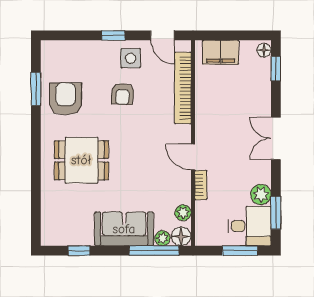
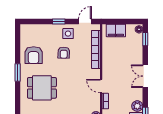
door: (162, 35) -> (85, 21), swing flipped
window: (36, 89) -> (18, 72), moved
armchair: (66, 99) -> (34, 55), turned 180

